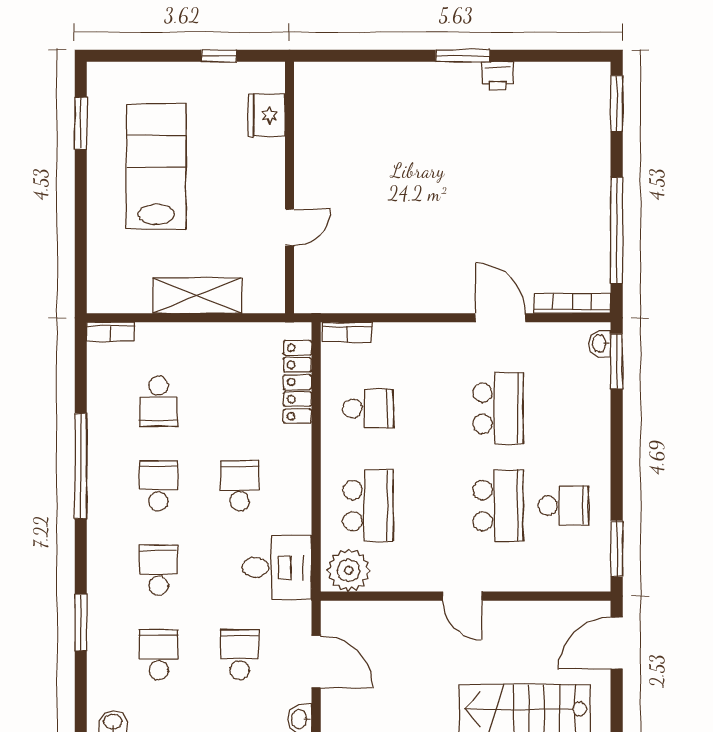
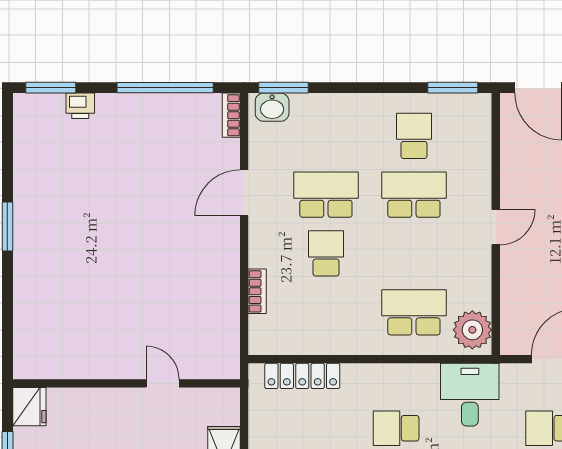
printer: (498, 76) -> (80, 106), moved, turned 90
fridge: (267, 115) -> (29, 407), moved, turned -90
bookcase: (572, 303) -> (231, 115), width x0.64
bookcase: (347, 332) -> (257, 291), moved
washbasin: (600, 343) -> (272, 107), width x1.38, depth x1.45
school desk: (368, 408) -> (326, 253), moved

